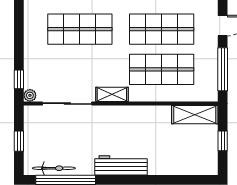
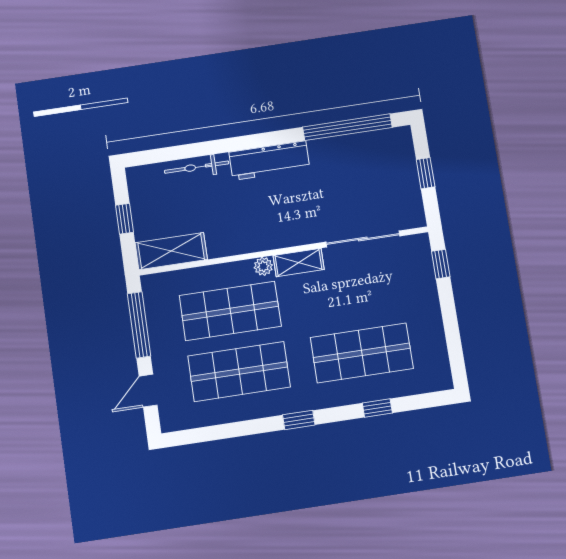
plant: (30, 95) -> (263, 266), moved
bicycle: (54, 168) -> (197, 167), moved

